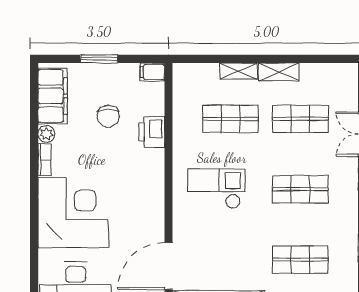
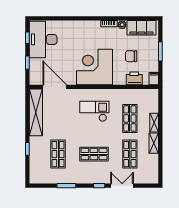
printer: (152, 132) -> (134, 78), moved
checkout: (216, 189) -> (94, 111), turned -90
shop shelf: (300, 189) -> (94, 154), turned 90
corner desk: (73, 212) -> (94, 67), moved, turned 180

